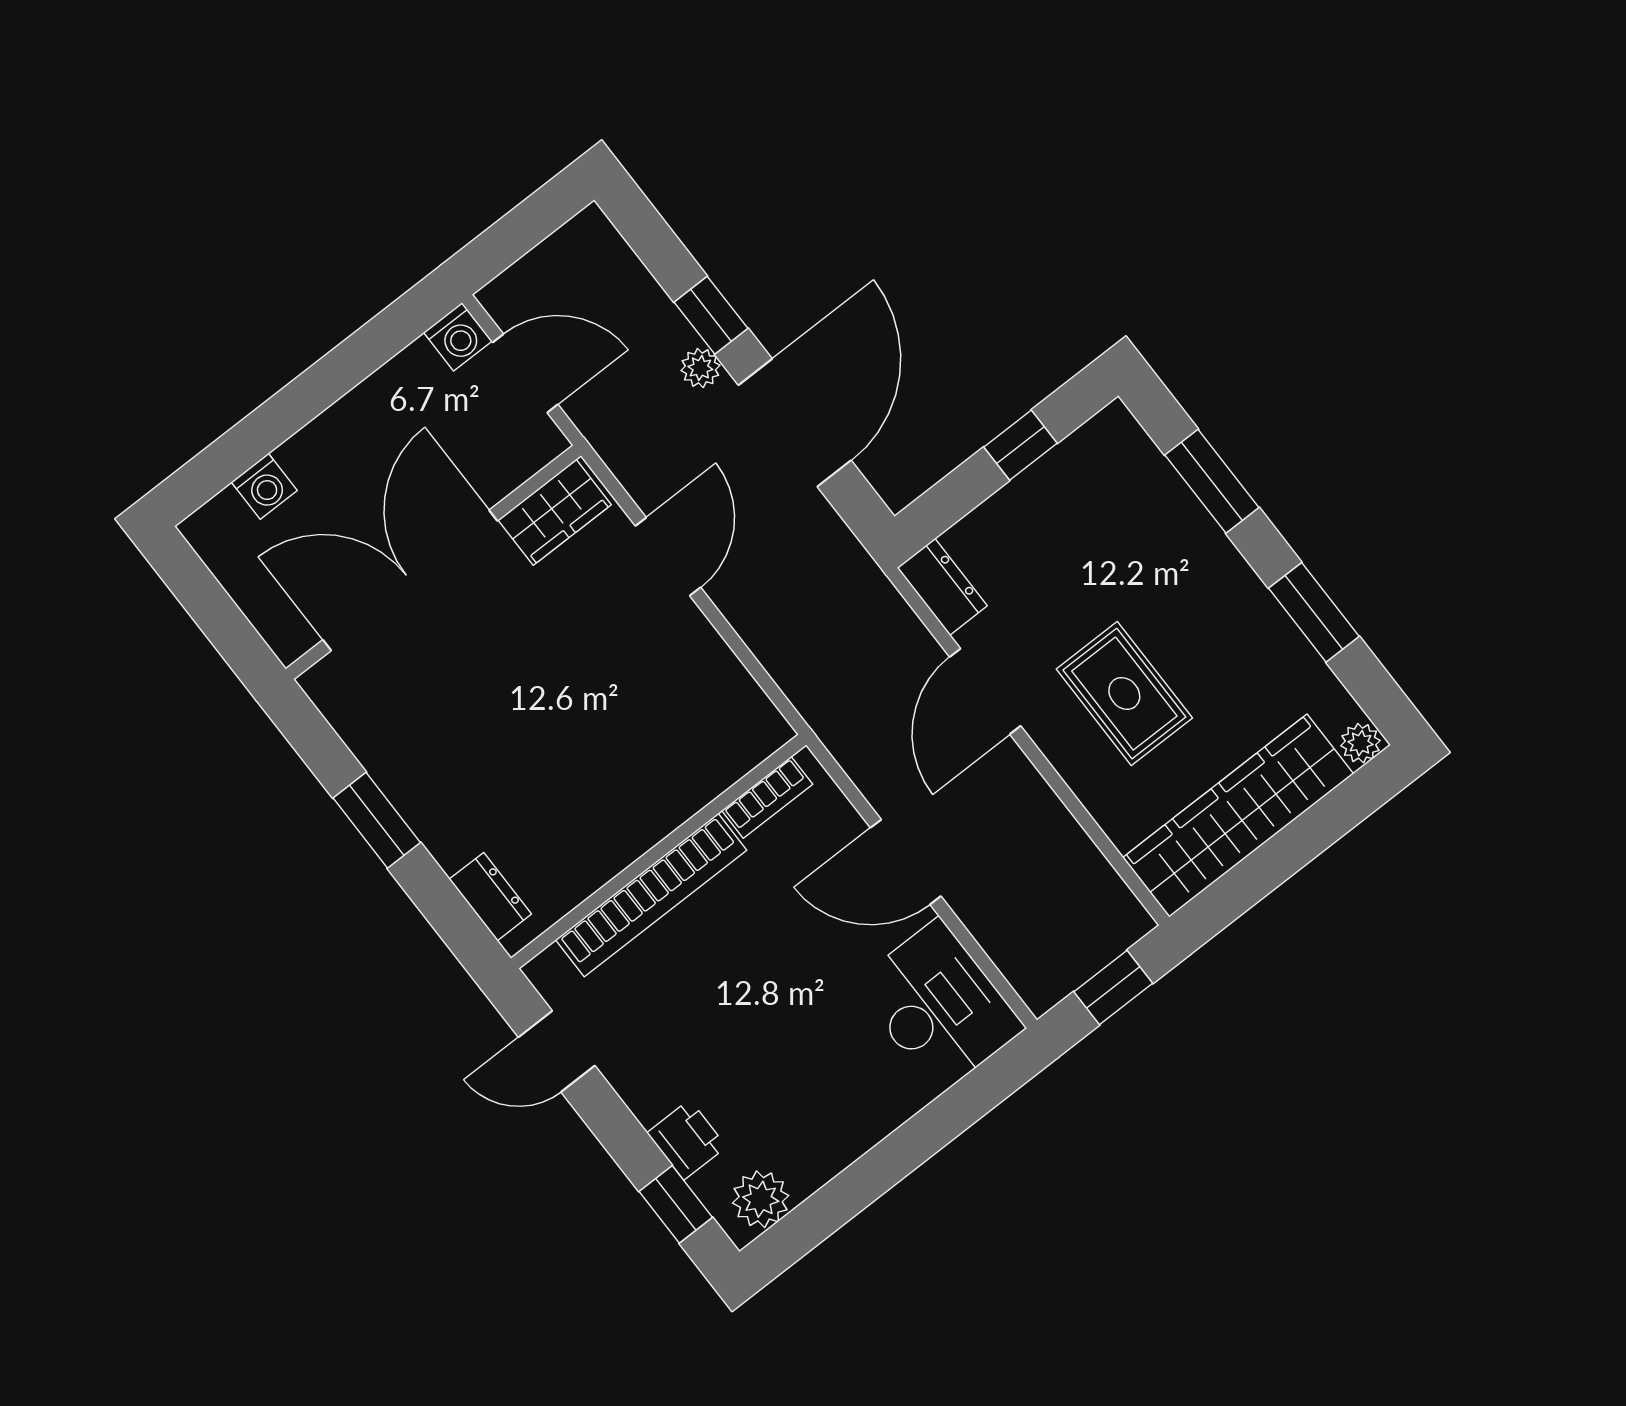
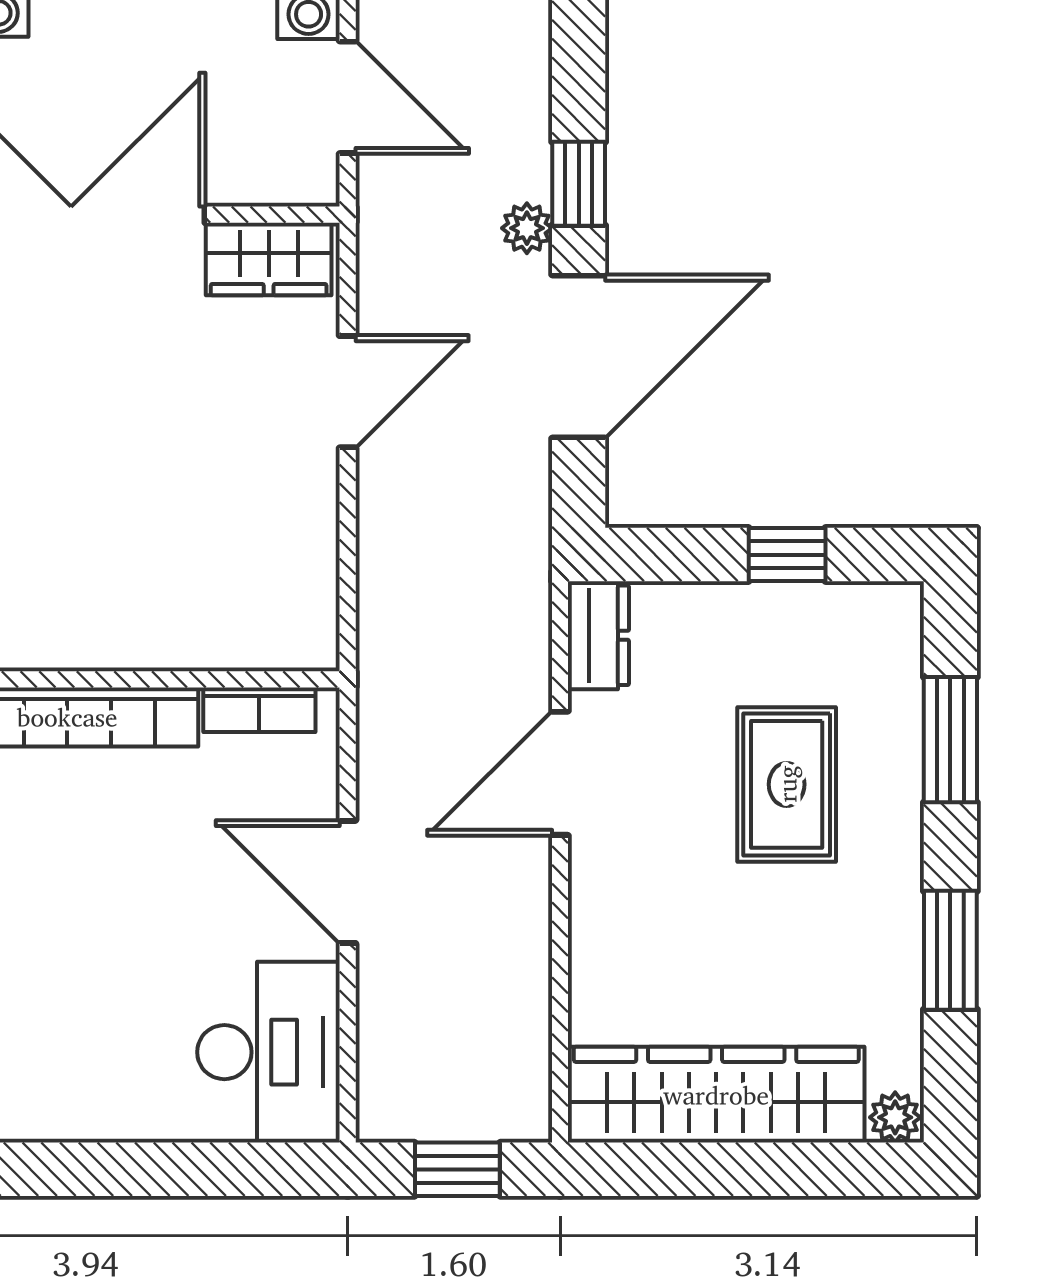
rug: (1124, 693) -> (787, 784), moved

